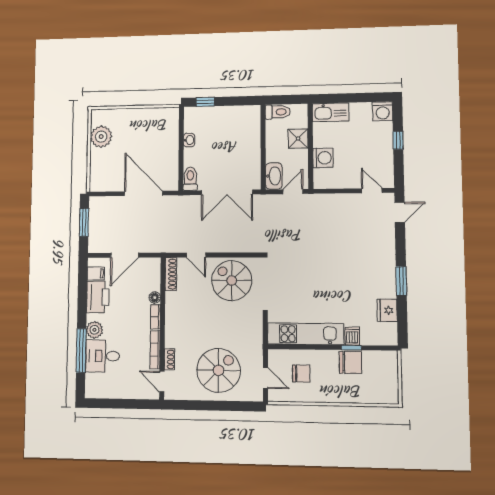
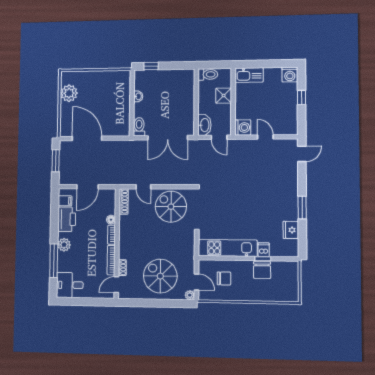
washing machine: (323, 158) -> (243, 128), moved
door: (372, 191) -> (265, 137), moved
door: (293, 192) -> (219, 137), swing flipped
door: (143, 193) -> (87, 138), moved
desk: (102, 356) -> (70, 285), moved
chair: (350, 362) -> (262, 270), turned 90
spiral stairs: (219, 370) -> (160, 276), turned -90
door: (162, 382) -> (116, 285), hinge flipped
plant: (257, 395) -> (190, 295), added

